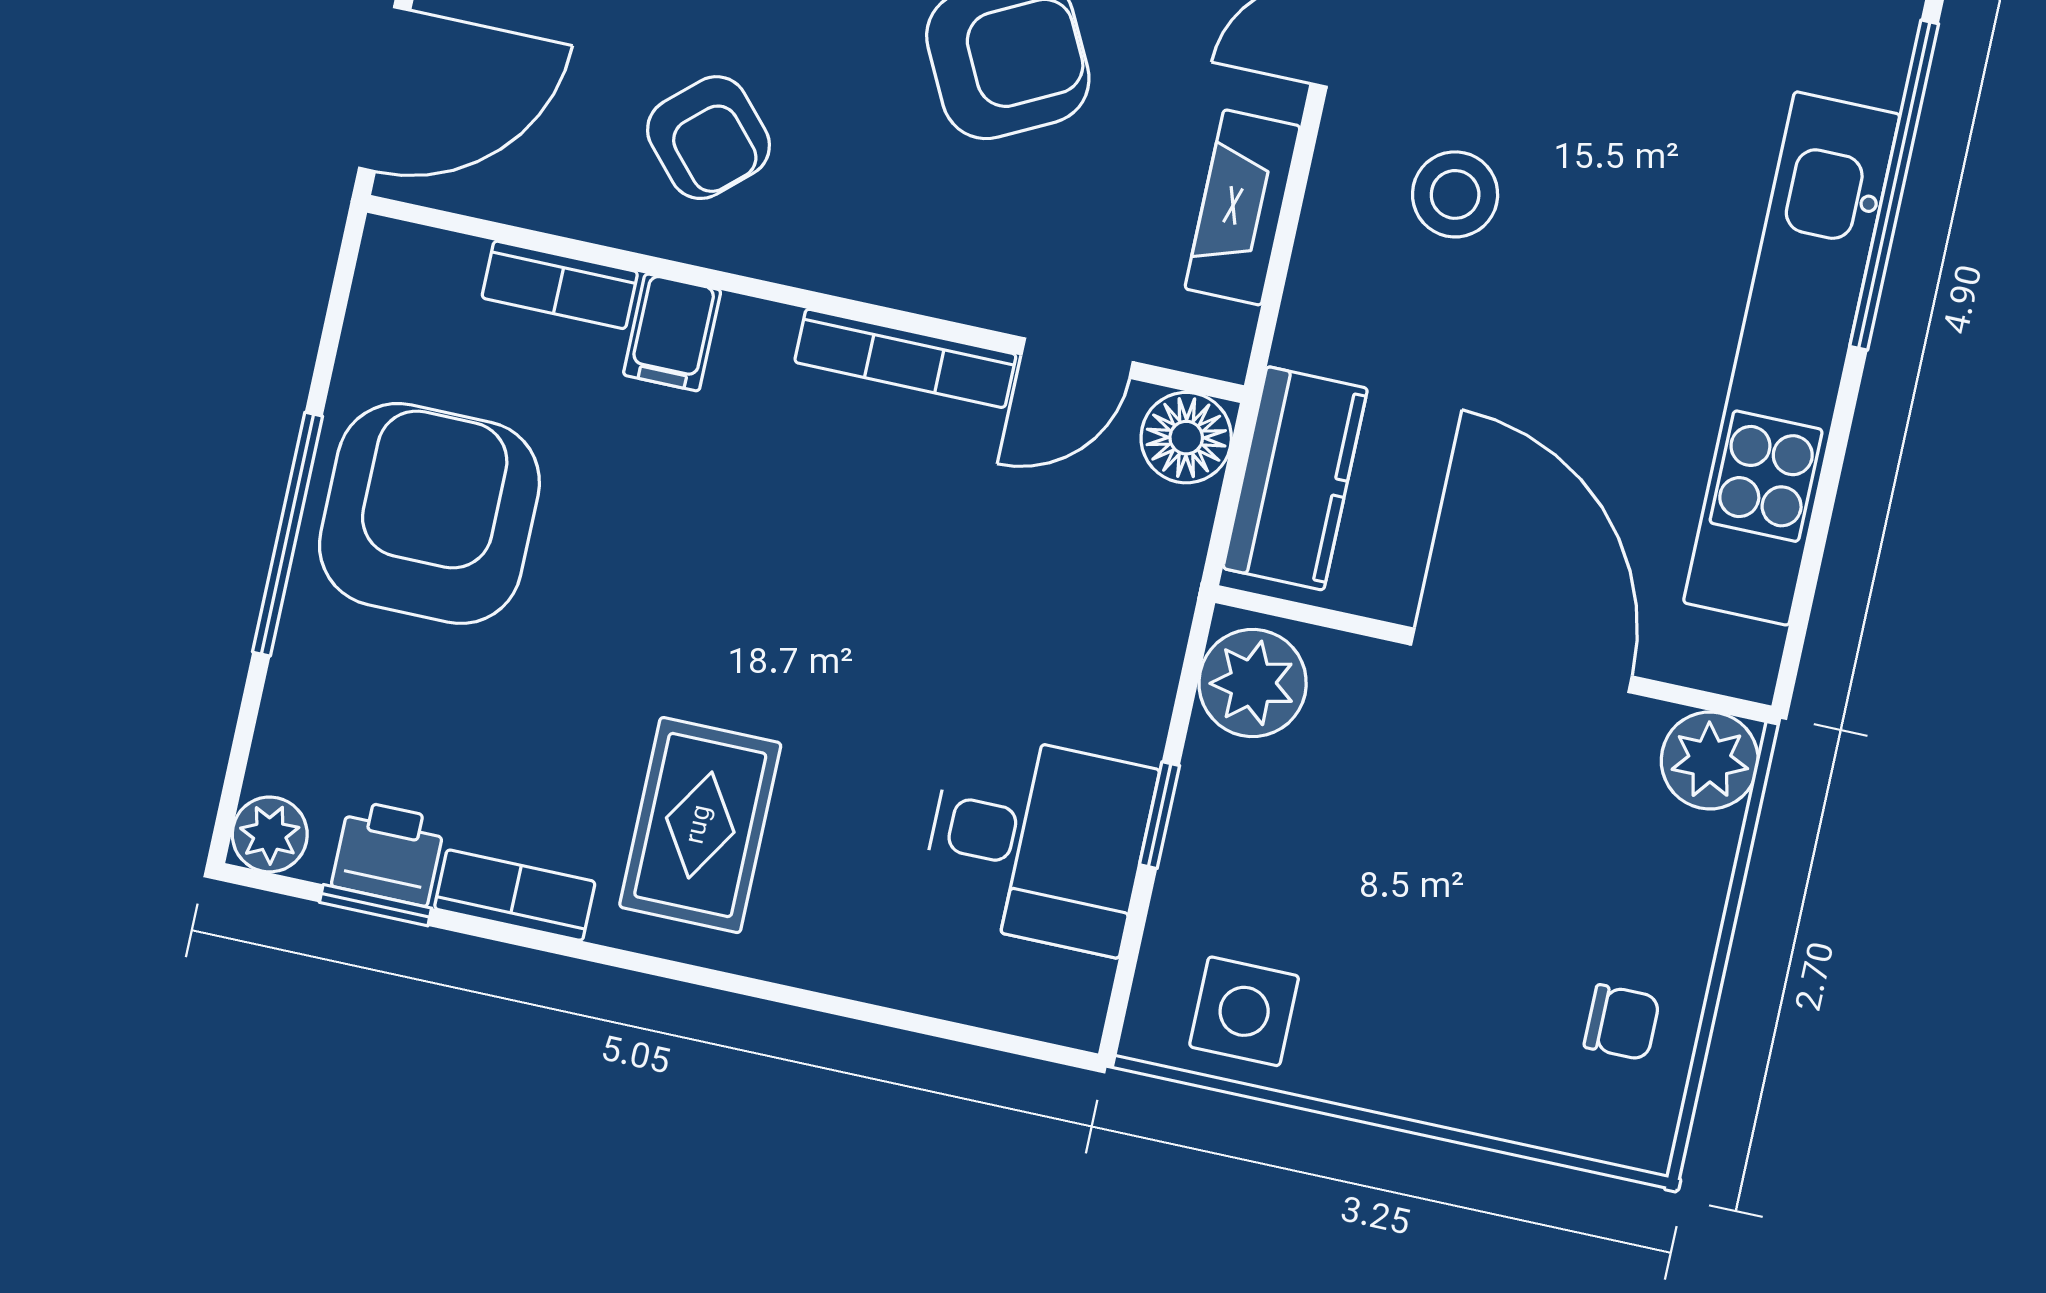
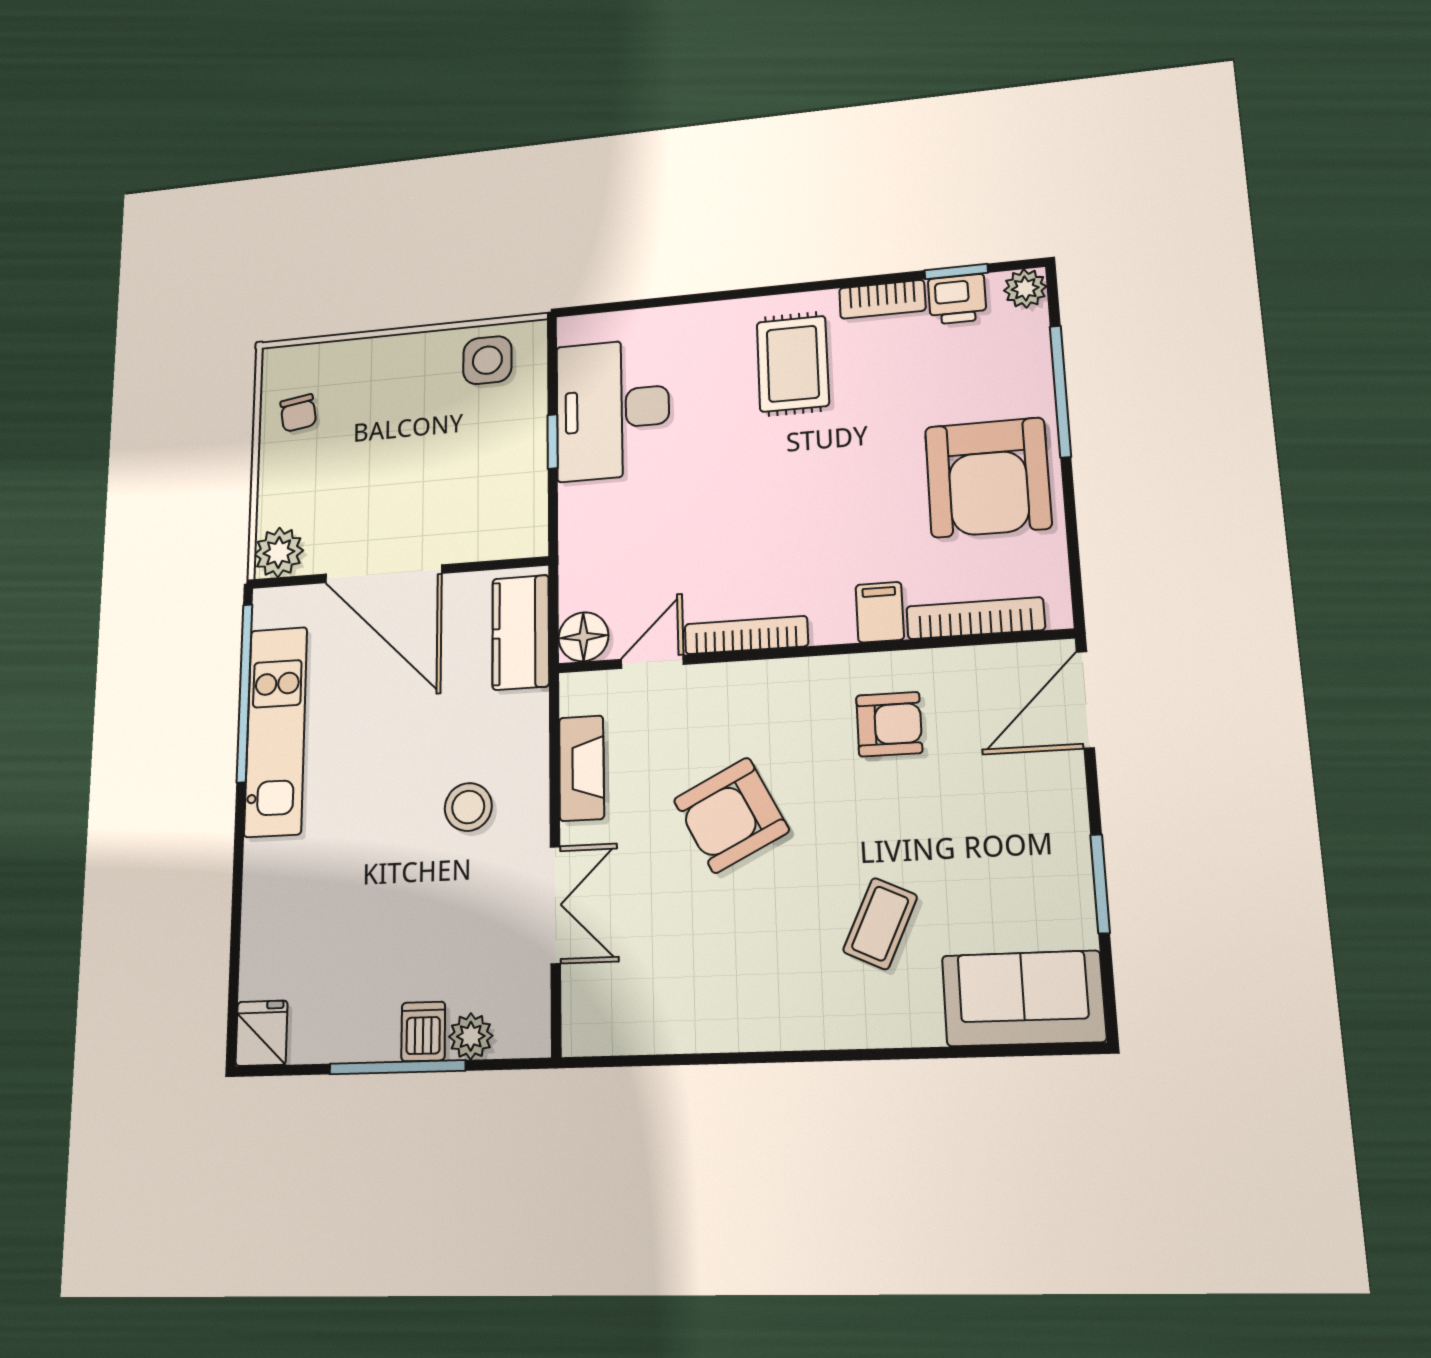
armchair: (708, 138) -> (889, 724), turned 132
window: (1894, 185) -> (244, 693), moved
bookcase: (560, 285) -> (975, 618), width x1.56
kitchen unit: (1792, 358) -> (276, 731), width x0.73
window: (288, 534) -> (1060, 391), moved
plant: (1253, 683) -> (520, 521), removed
desk: (1037, 842) -> (613, 409), width x1.37
chair: (1622, 1022) -> (298, 413), turned -99

